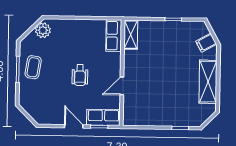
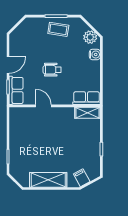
water cooler: (63, 25) -> (95, 54), added

